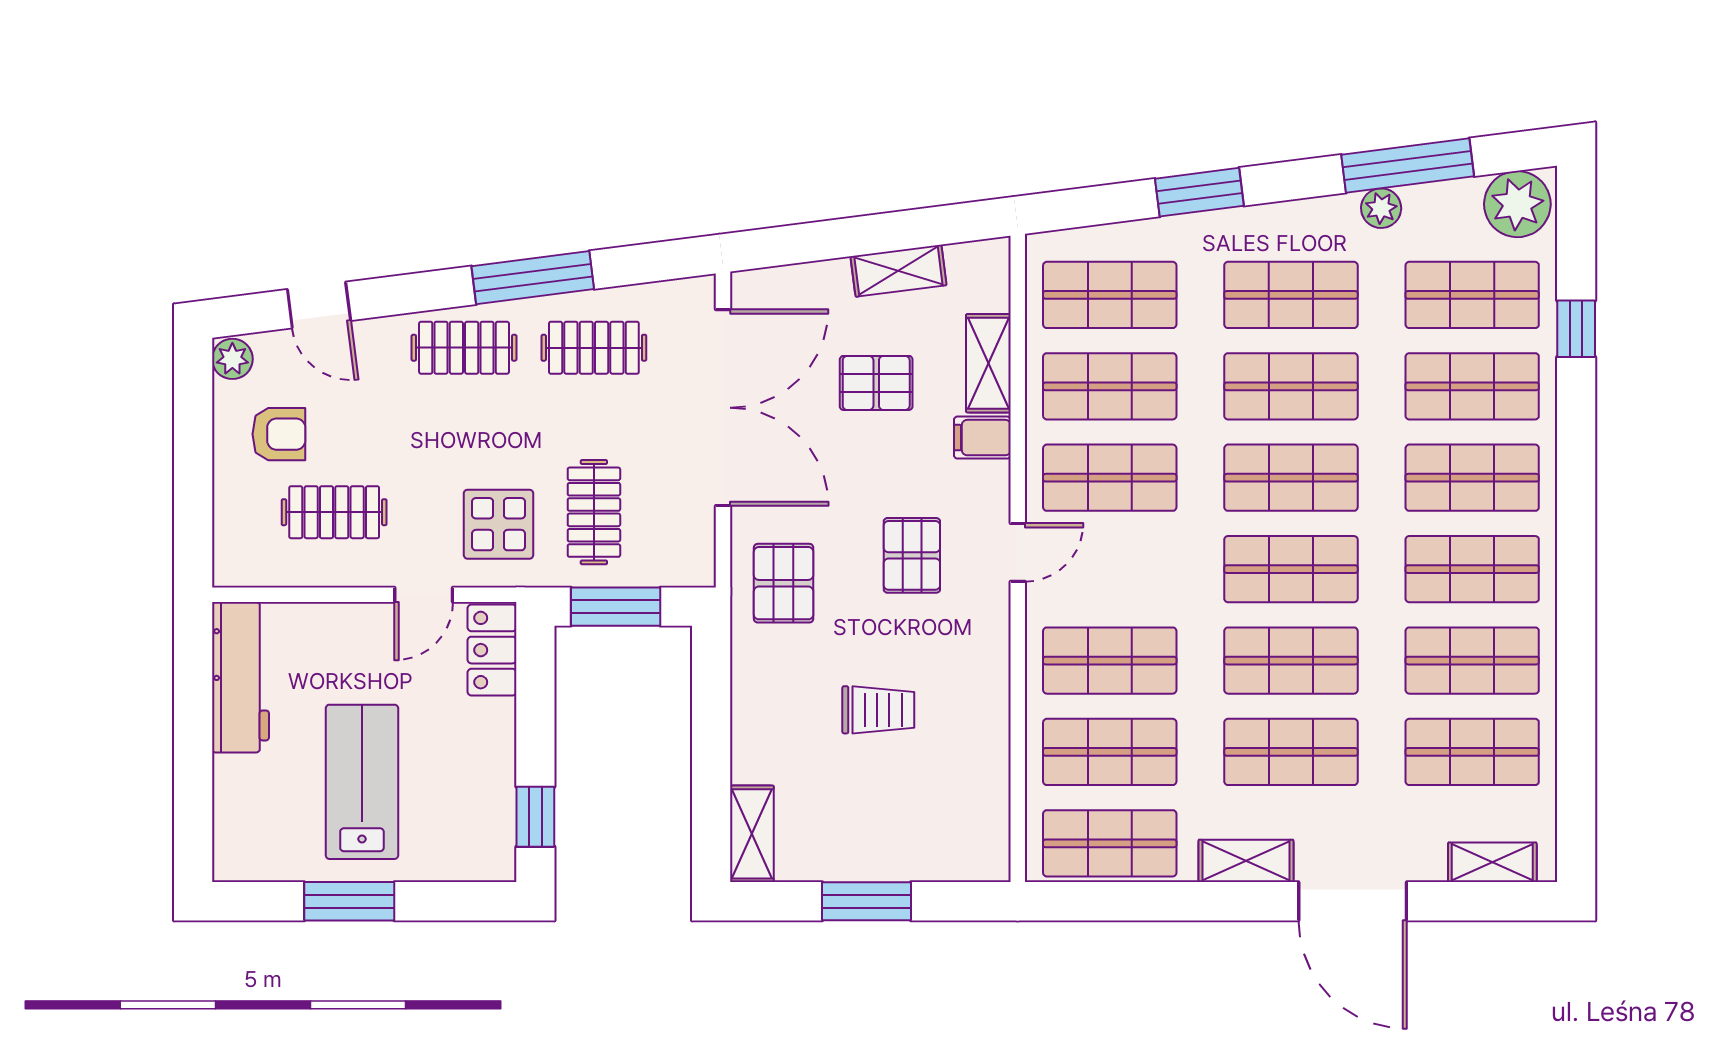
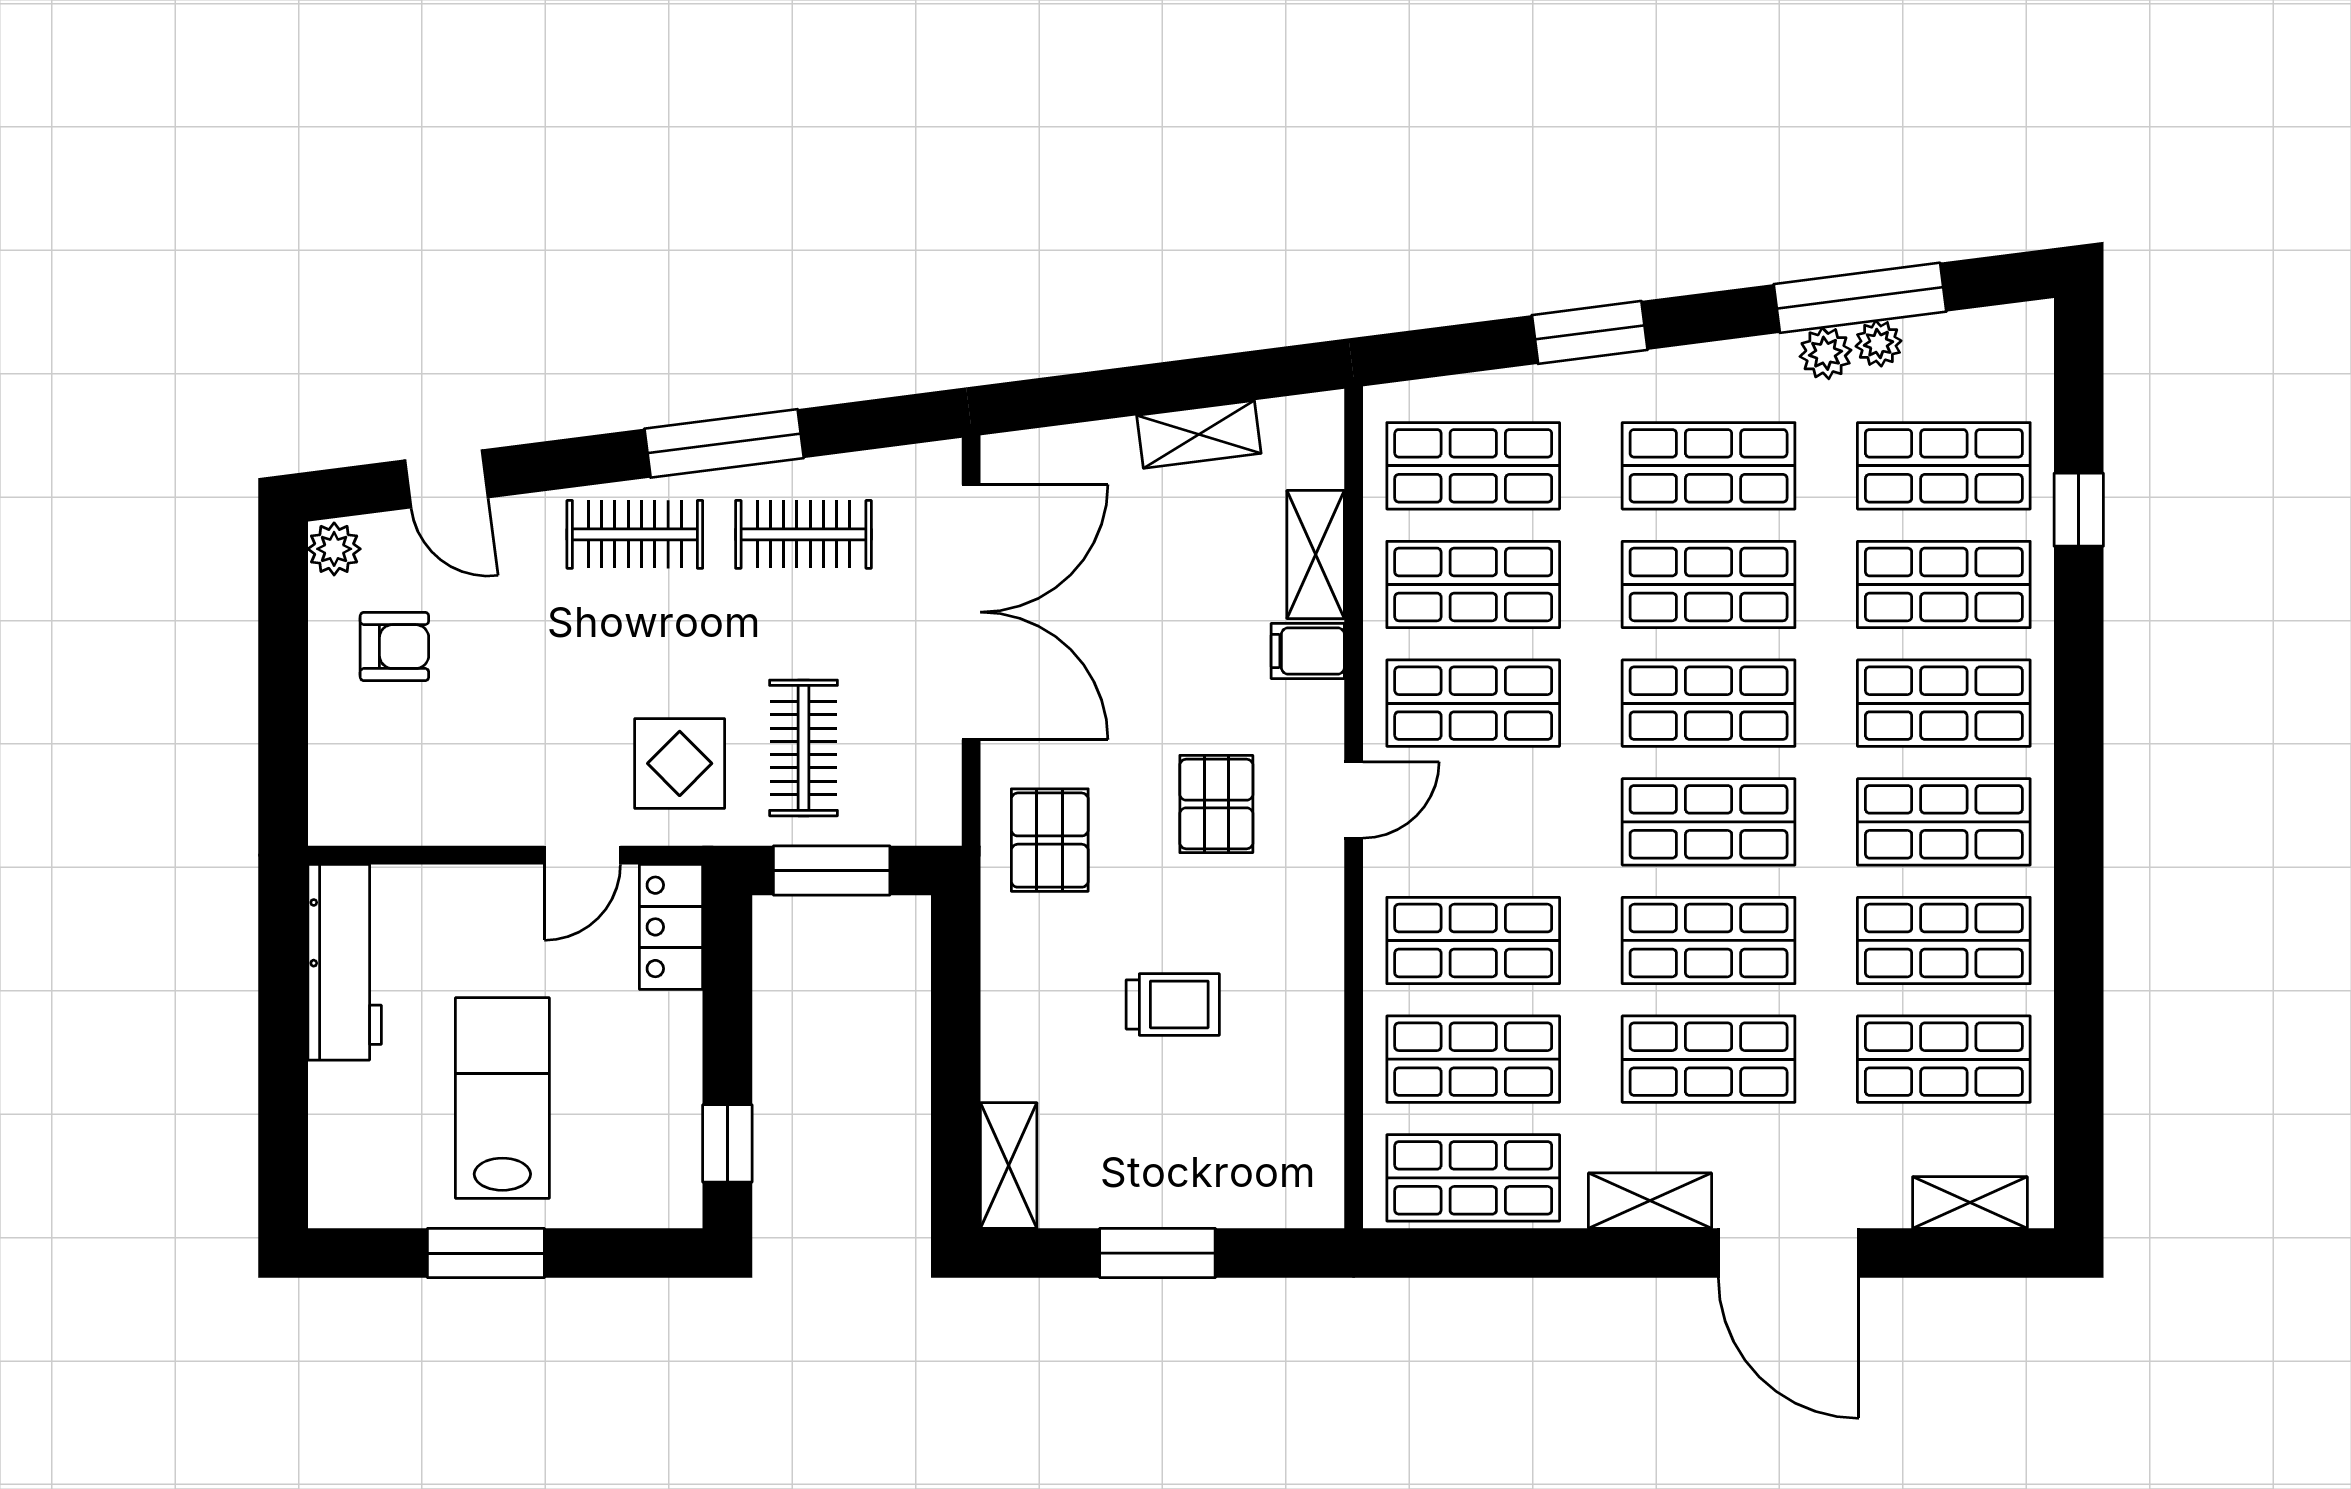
plant: (1517, 204) -> (1879, 344), moved, width x0.53, depth x0.53
pallet: (876, 383) -> (1170, 580), removed
clothes rail: (334, 512) -> (466, 748), removed

